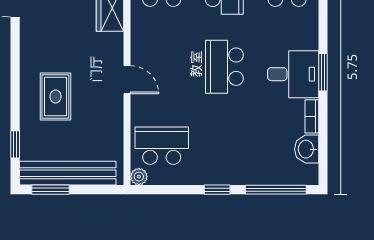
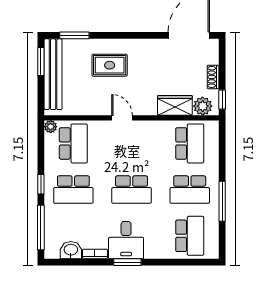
school desk: (224, 67) -> (132, 190), turned 180
door: (127, 80) -> (122, 118), swing flipped
window: (15, 144) -> (74, 35), width x1.50
school desk: (224, 146) -> (73, 190), added

